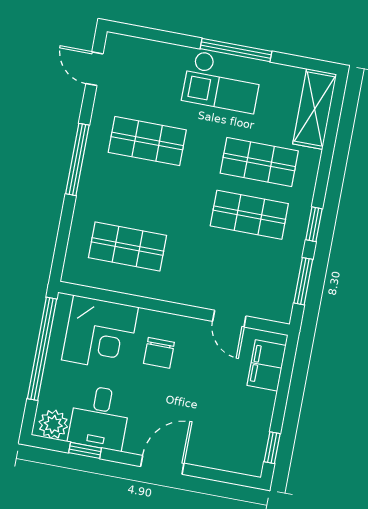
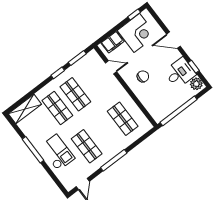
checkout: (222, 82) -> (57, 153), moved
door: (229, 319) -> (111, 67), hinge flipped
corner desk: (100, 333) -> (137, 33), moved, turned 90

